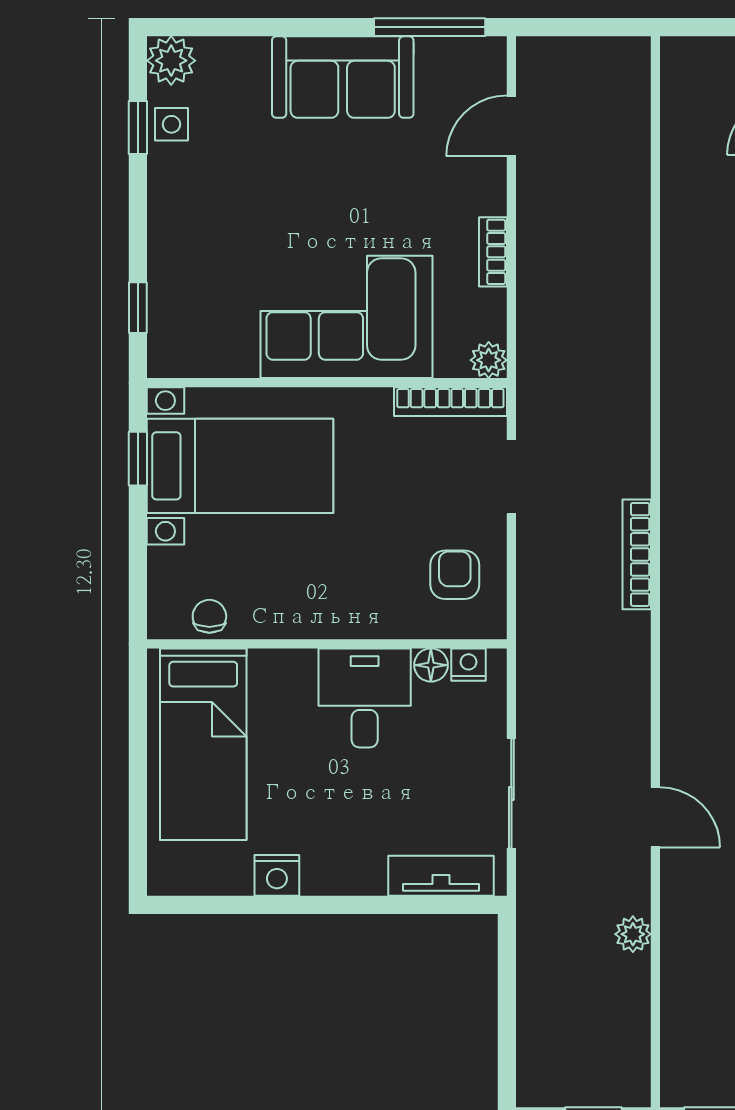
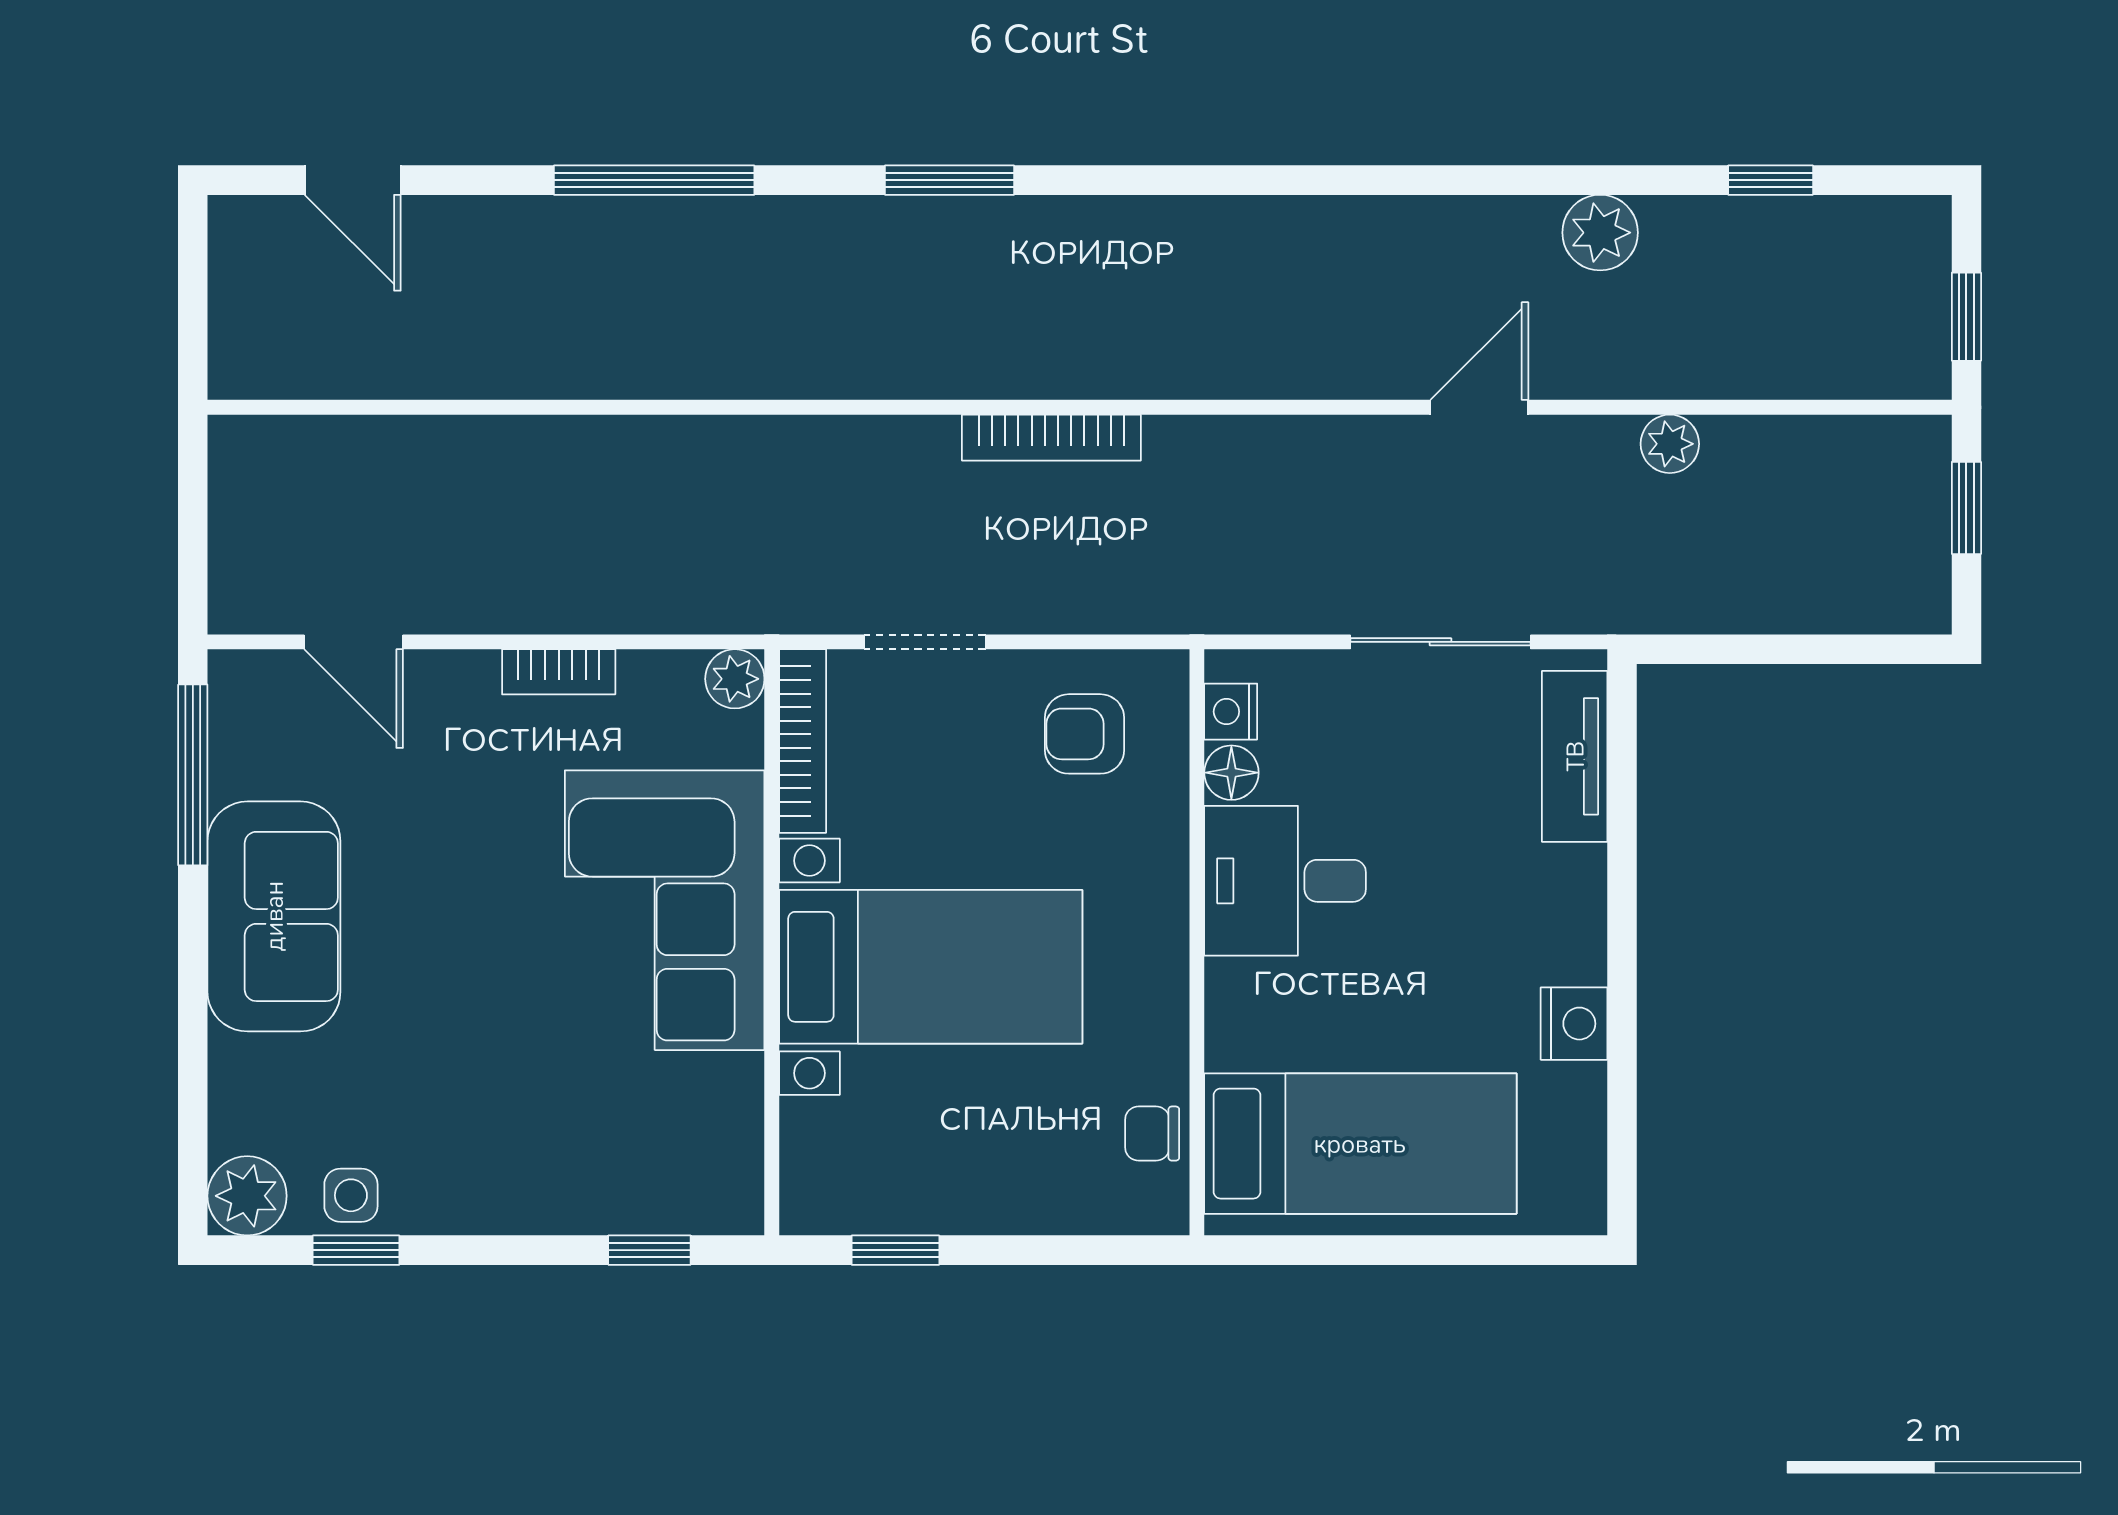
bed with nightstands: (240, 466) -> (931, 967), moved, turned 90

